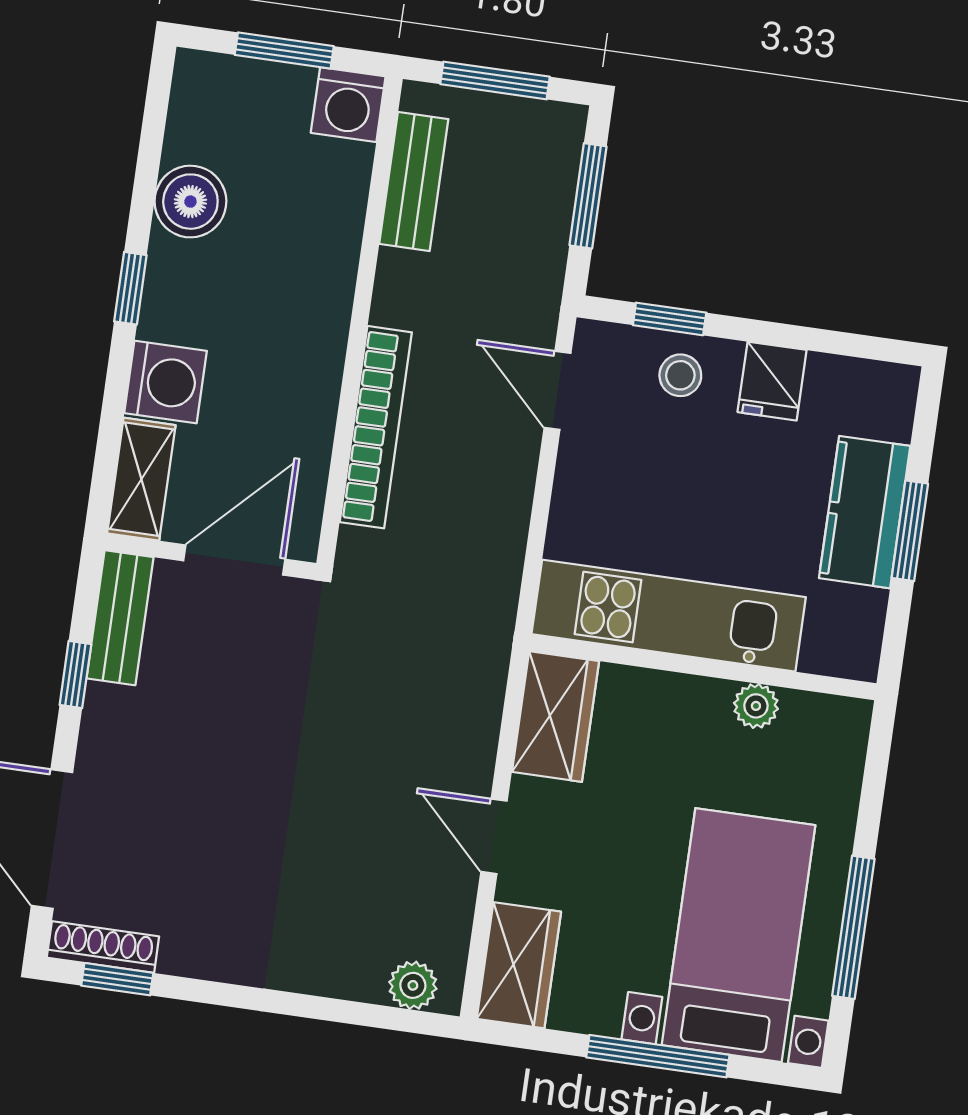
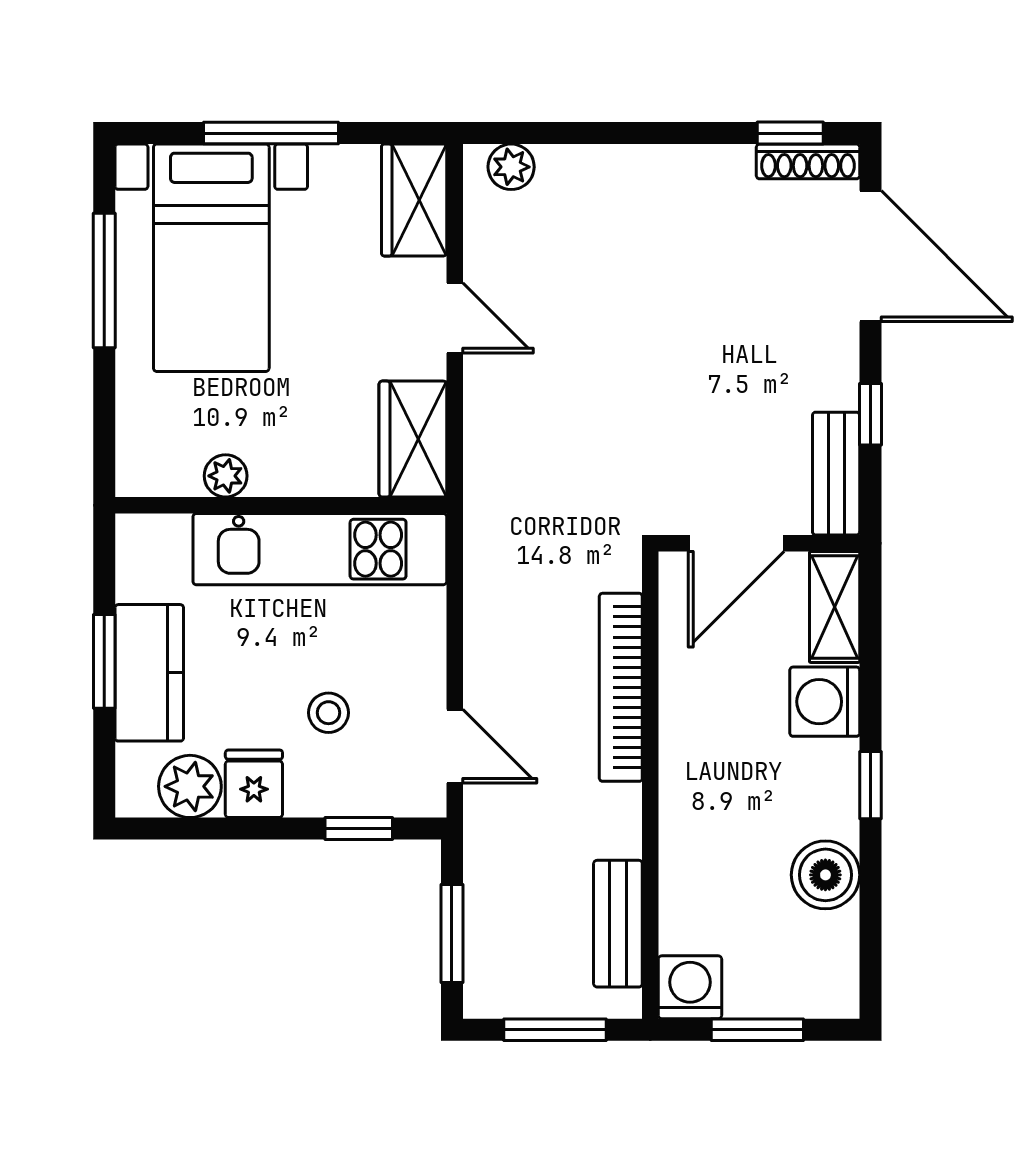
stool: (680, 375) -> (329, 713), moved
plant: (839, 388) -> (190, 786), added

